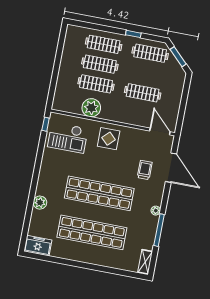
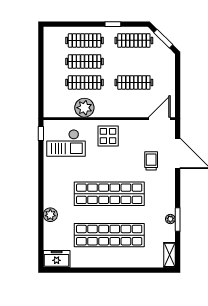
door: (160, 131) -> (159, 119), hinge flipped
plant: (156, 211) -> (170, 219), moved
window: (159, 230) -> (178, 220), width x0.69

